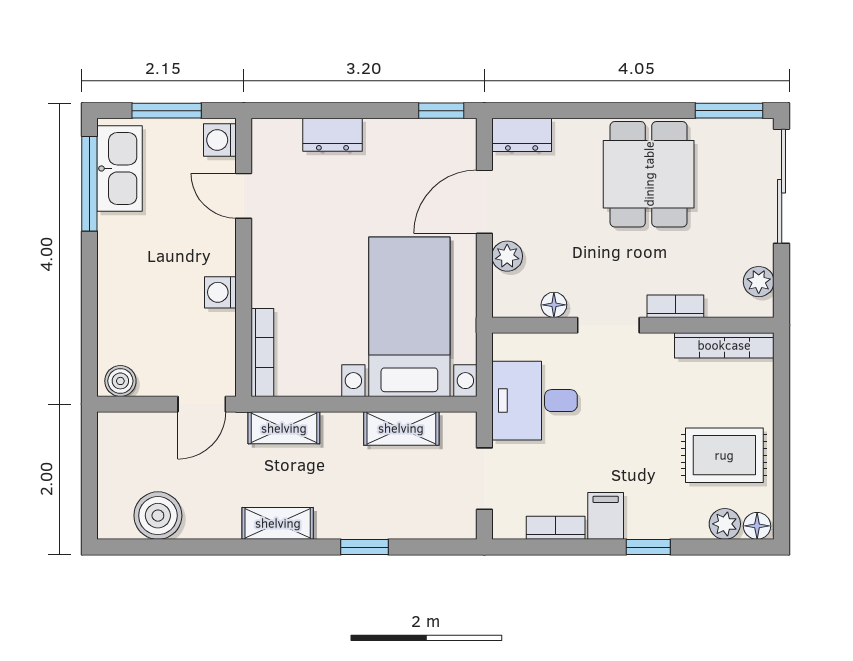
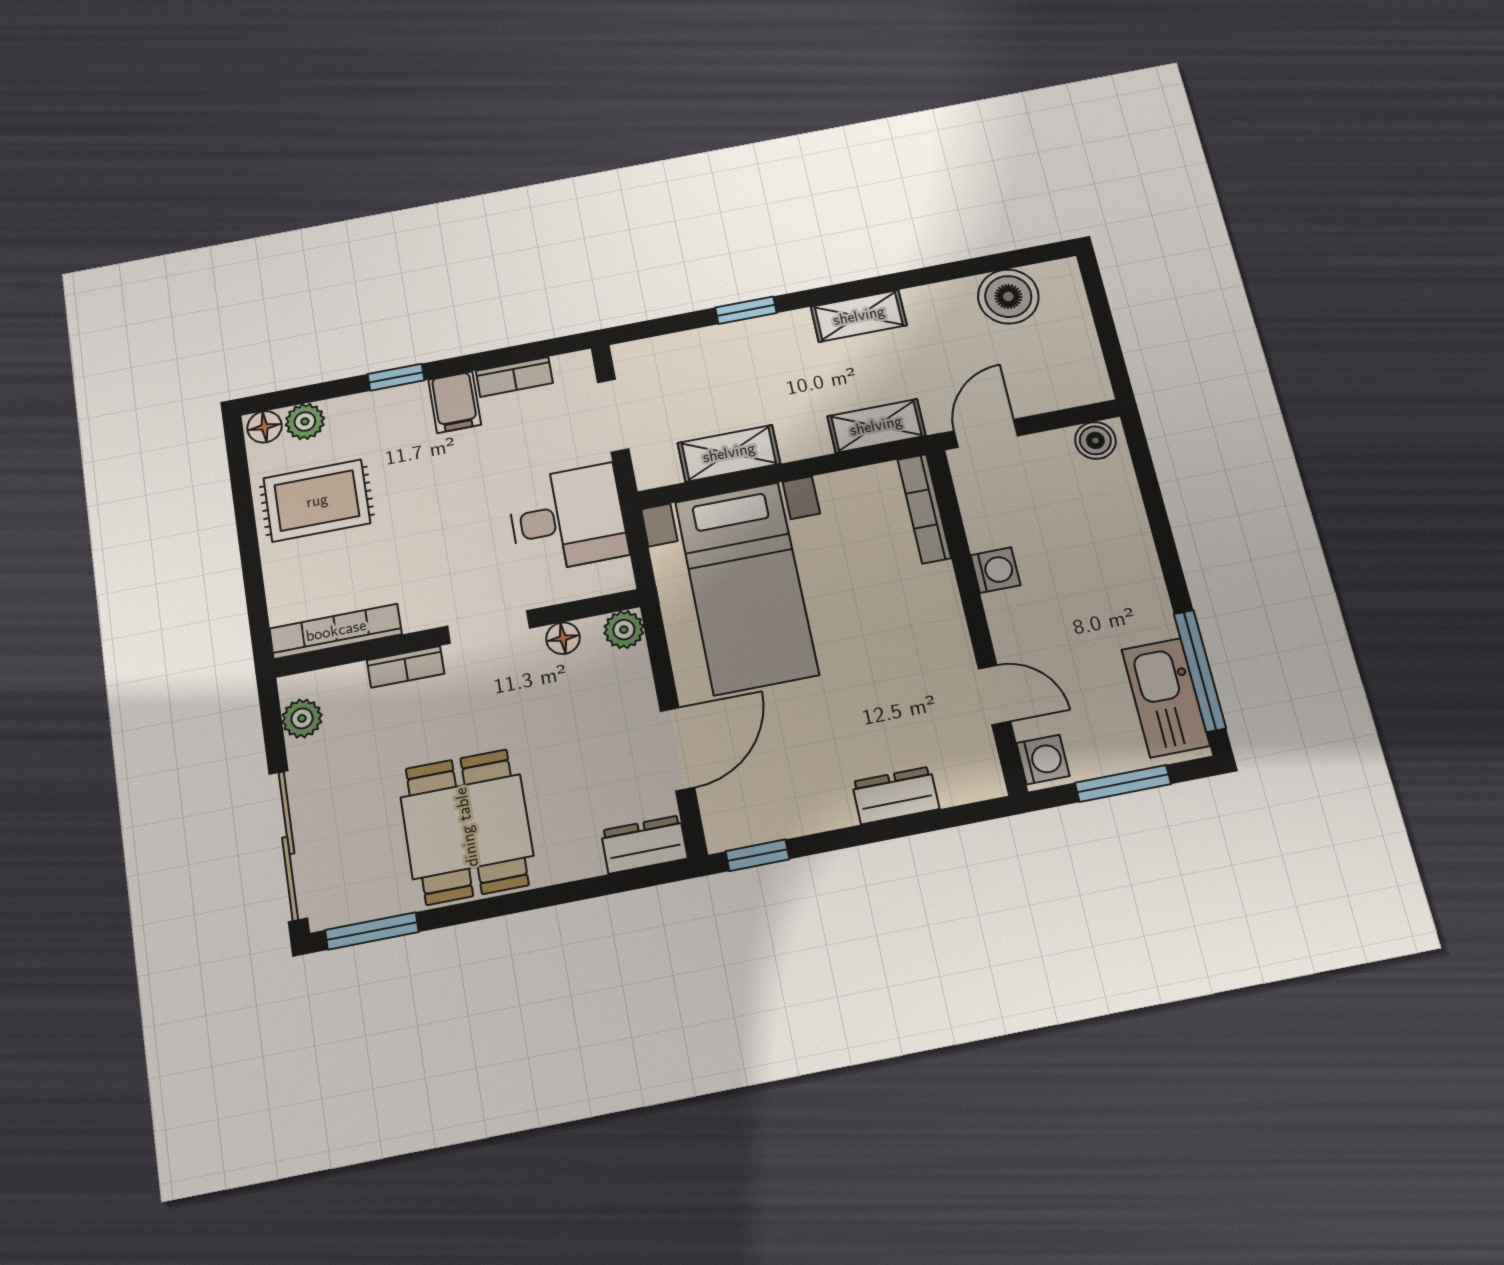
plant: (507, 256) -> (624, 630), moved

